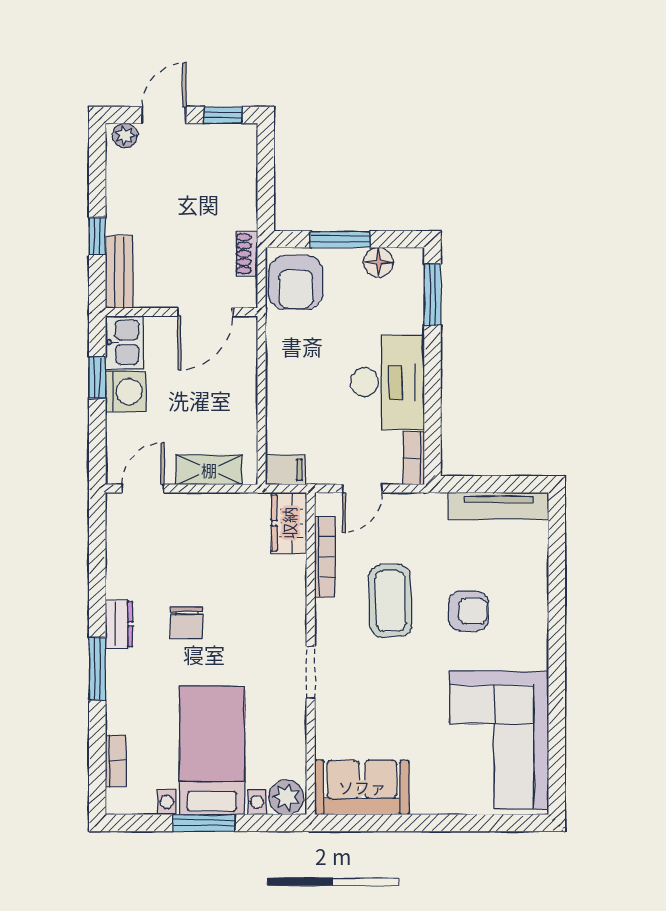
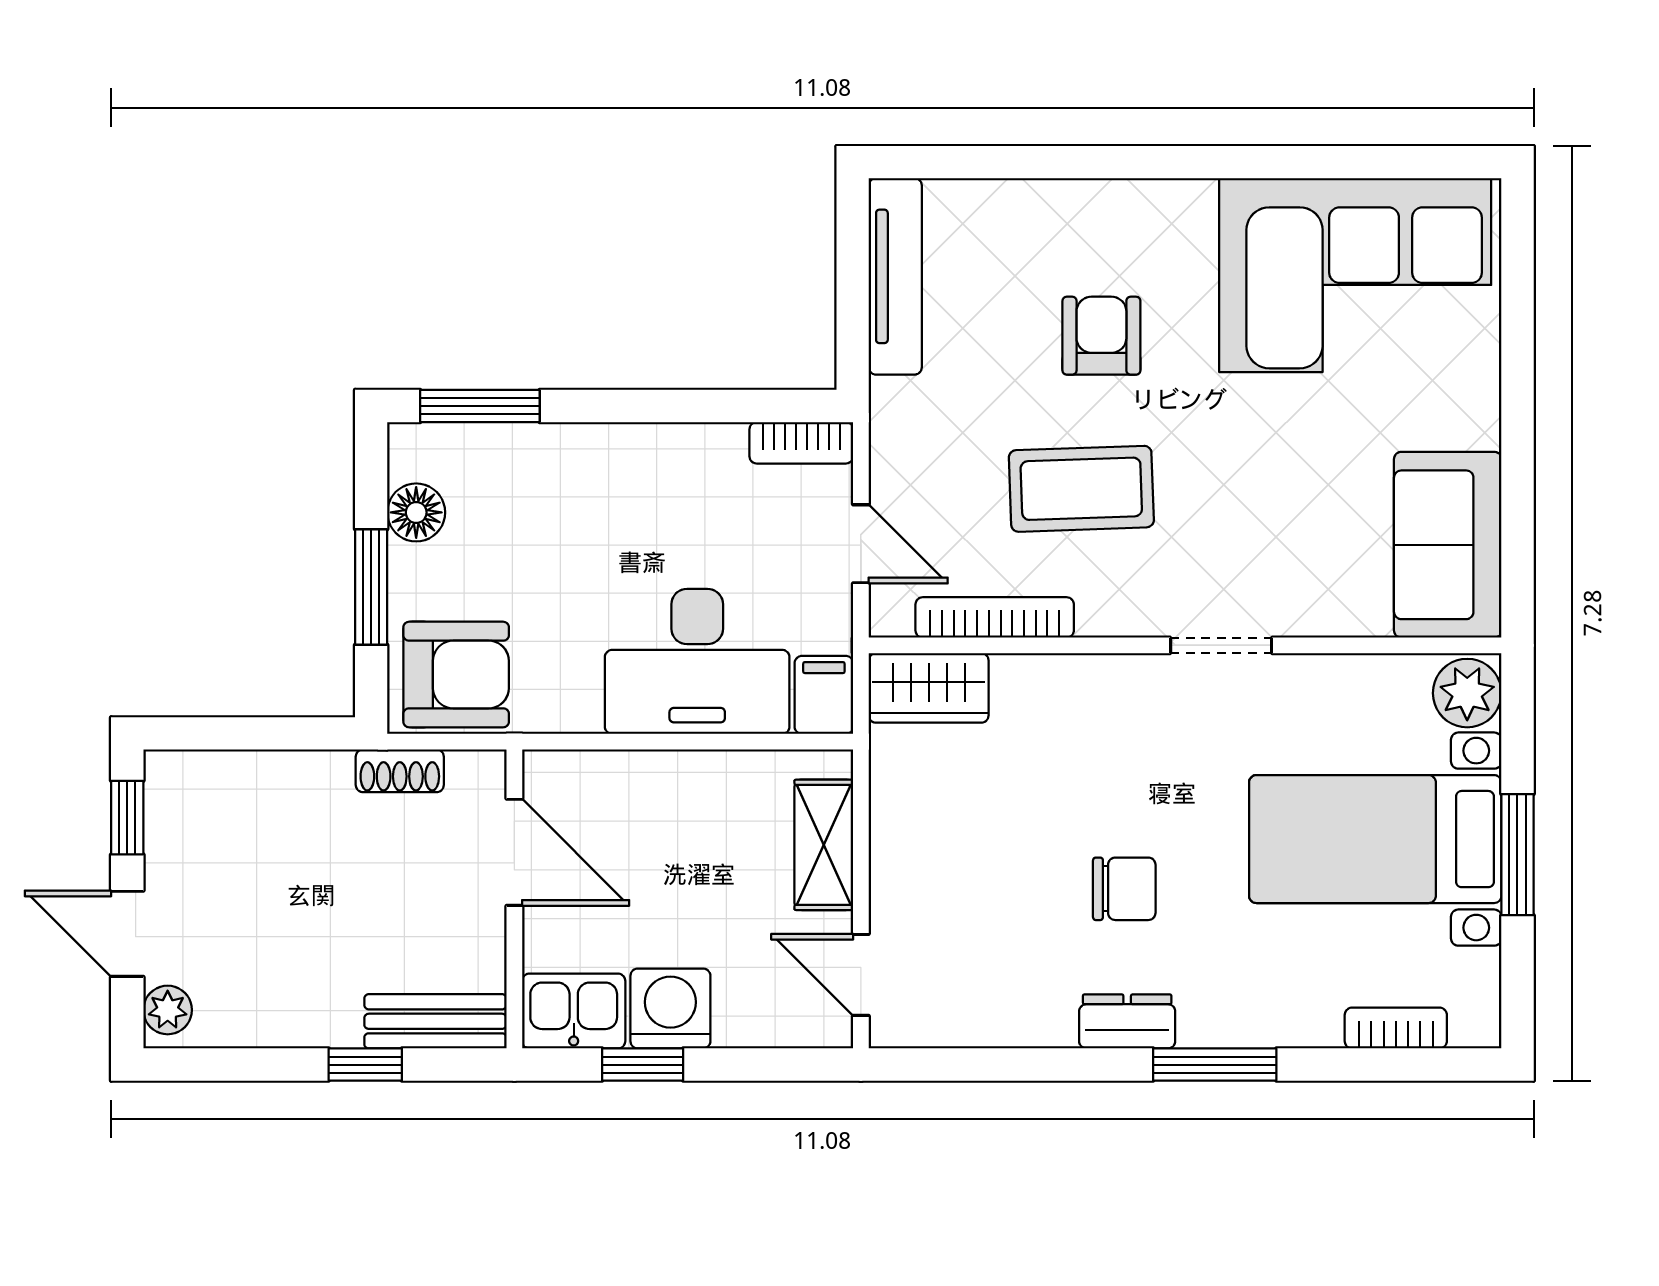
desk: (387, 382) -> (697, 661), moved, turned 180

